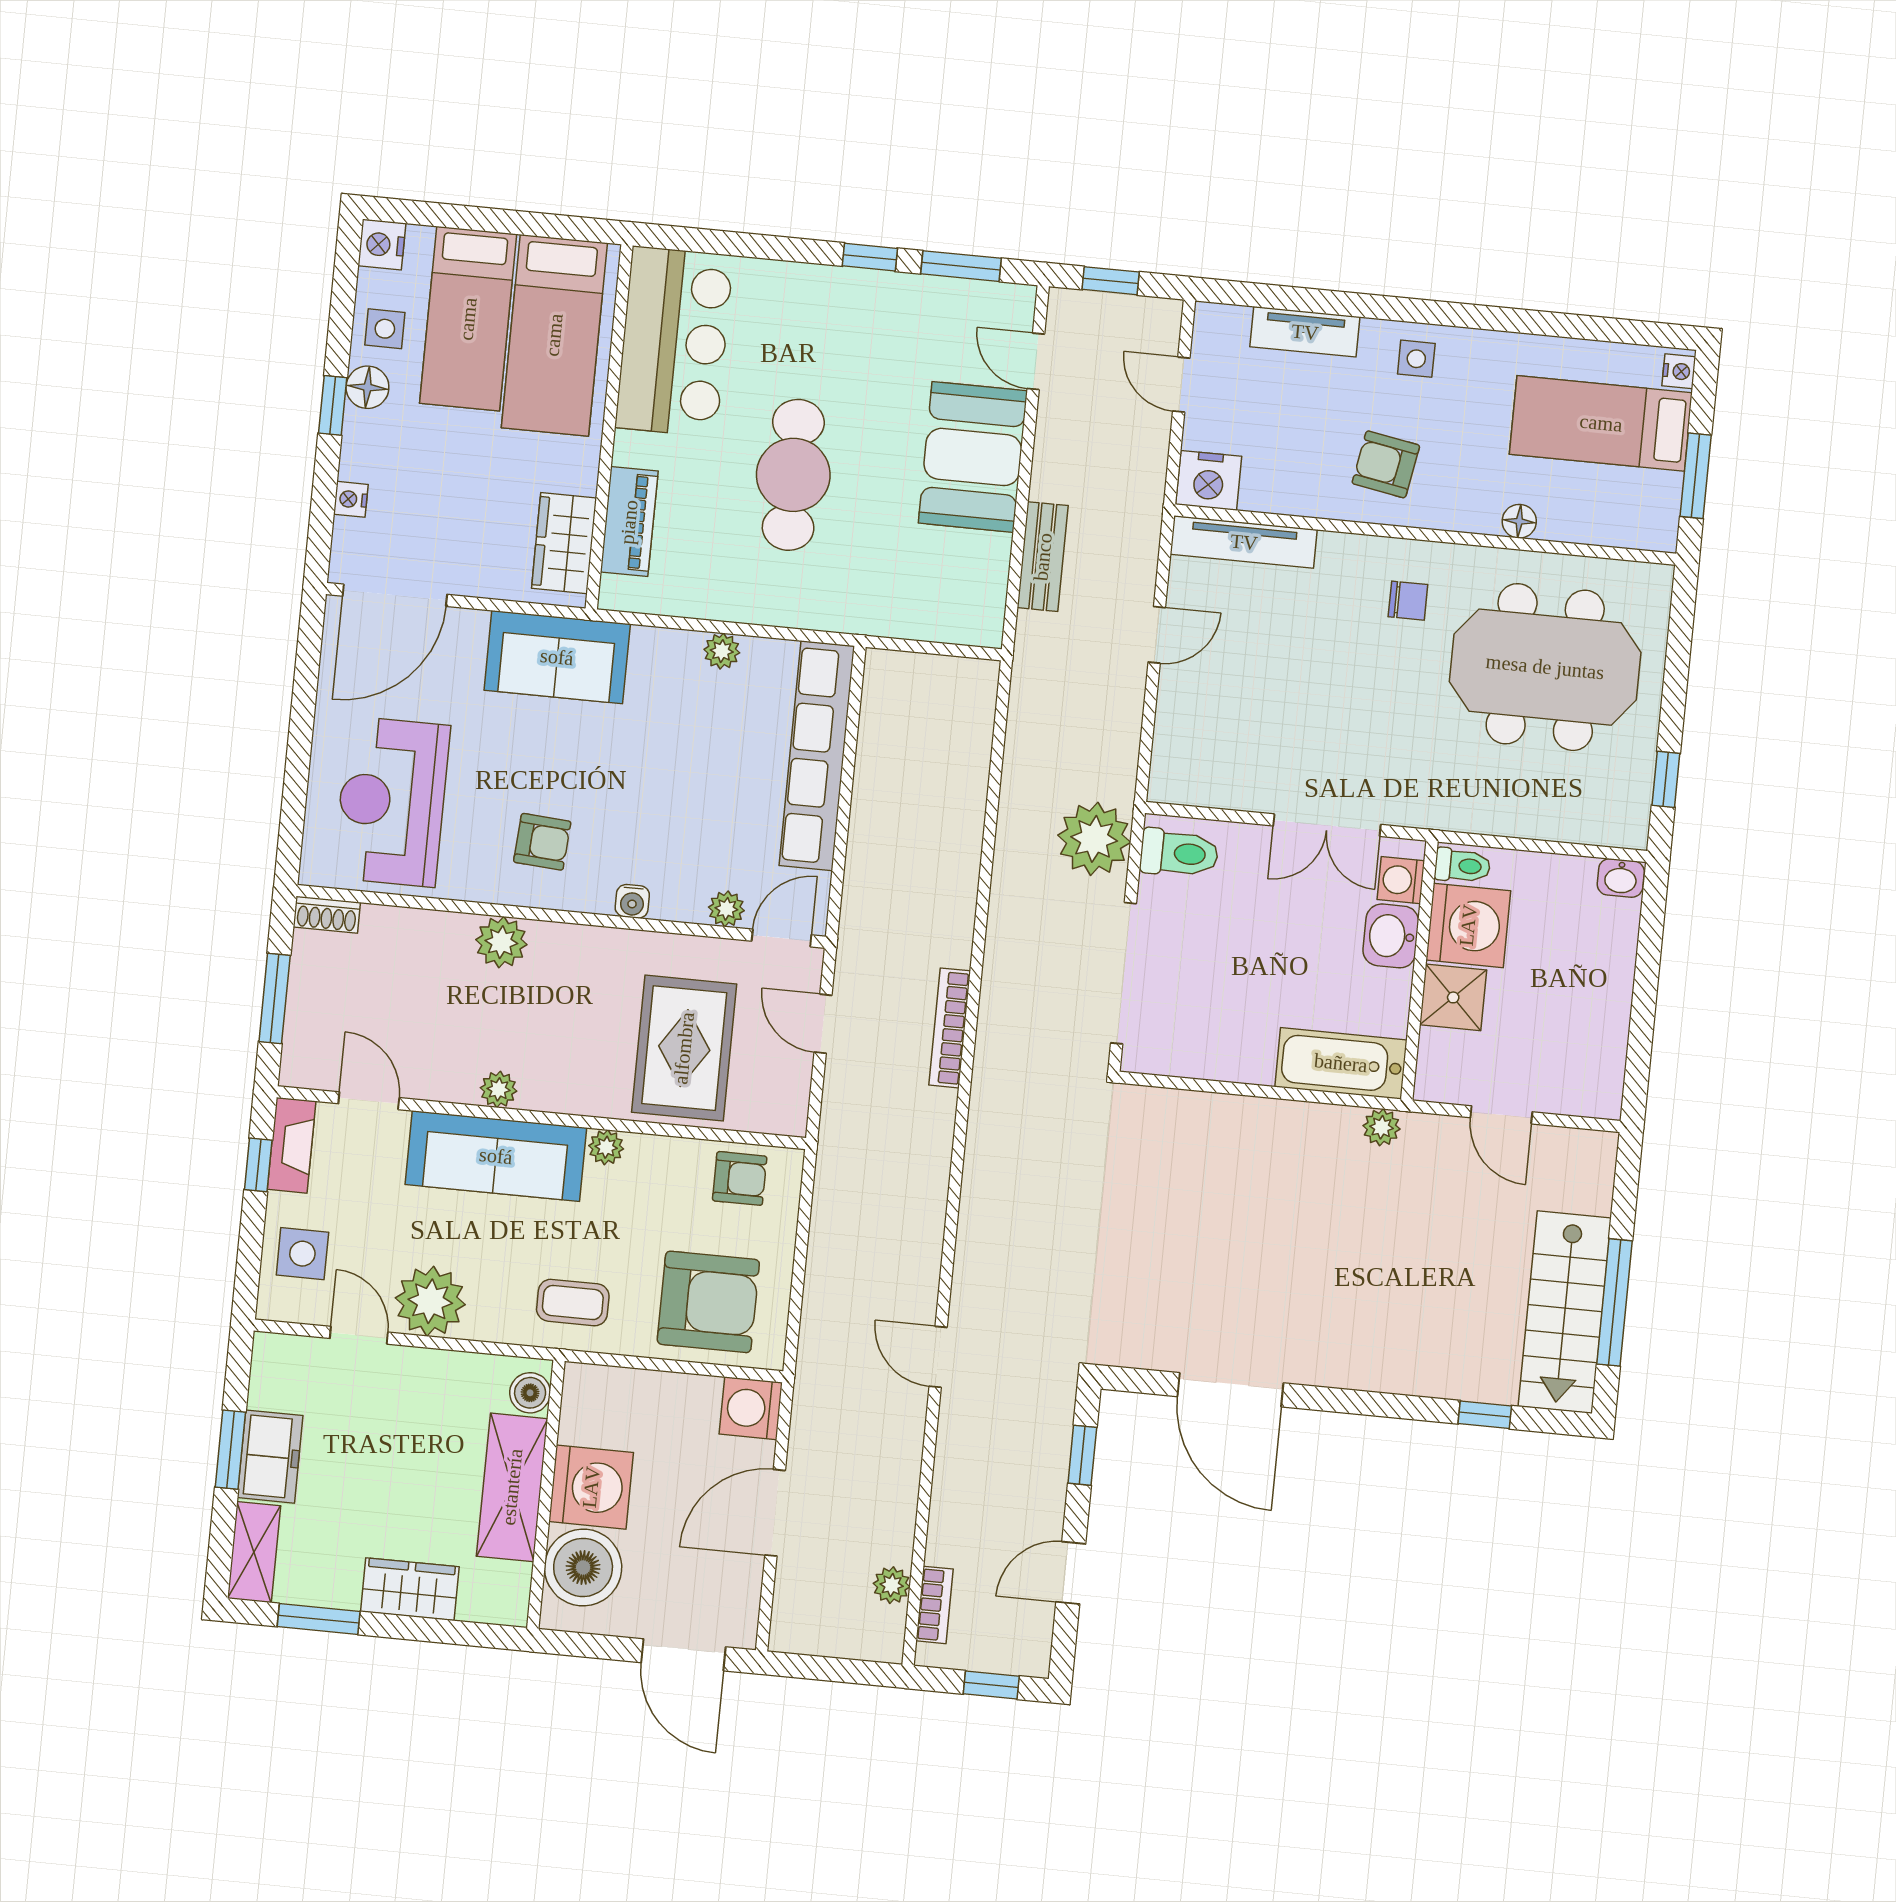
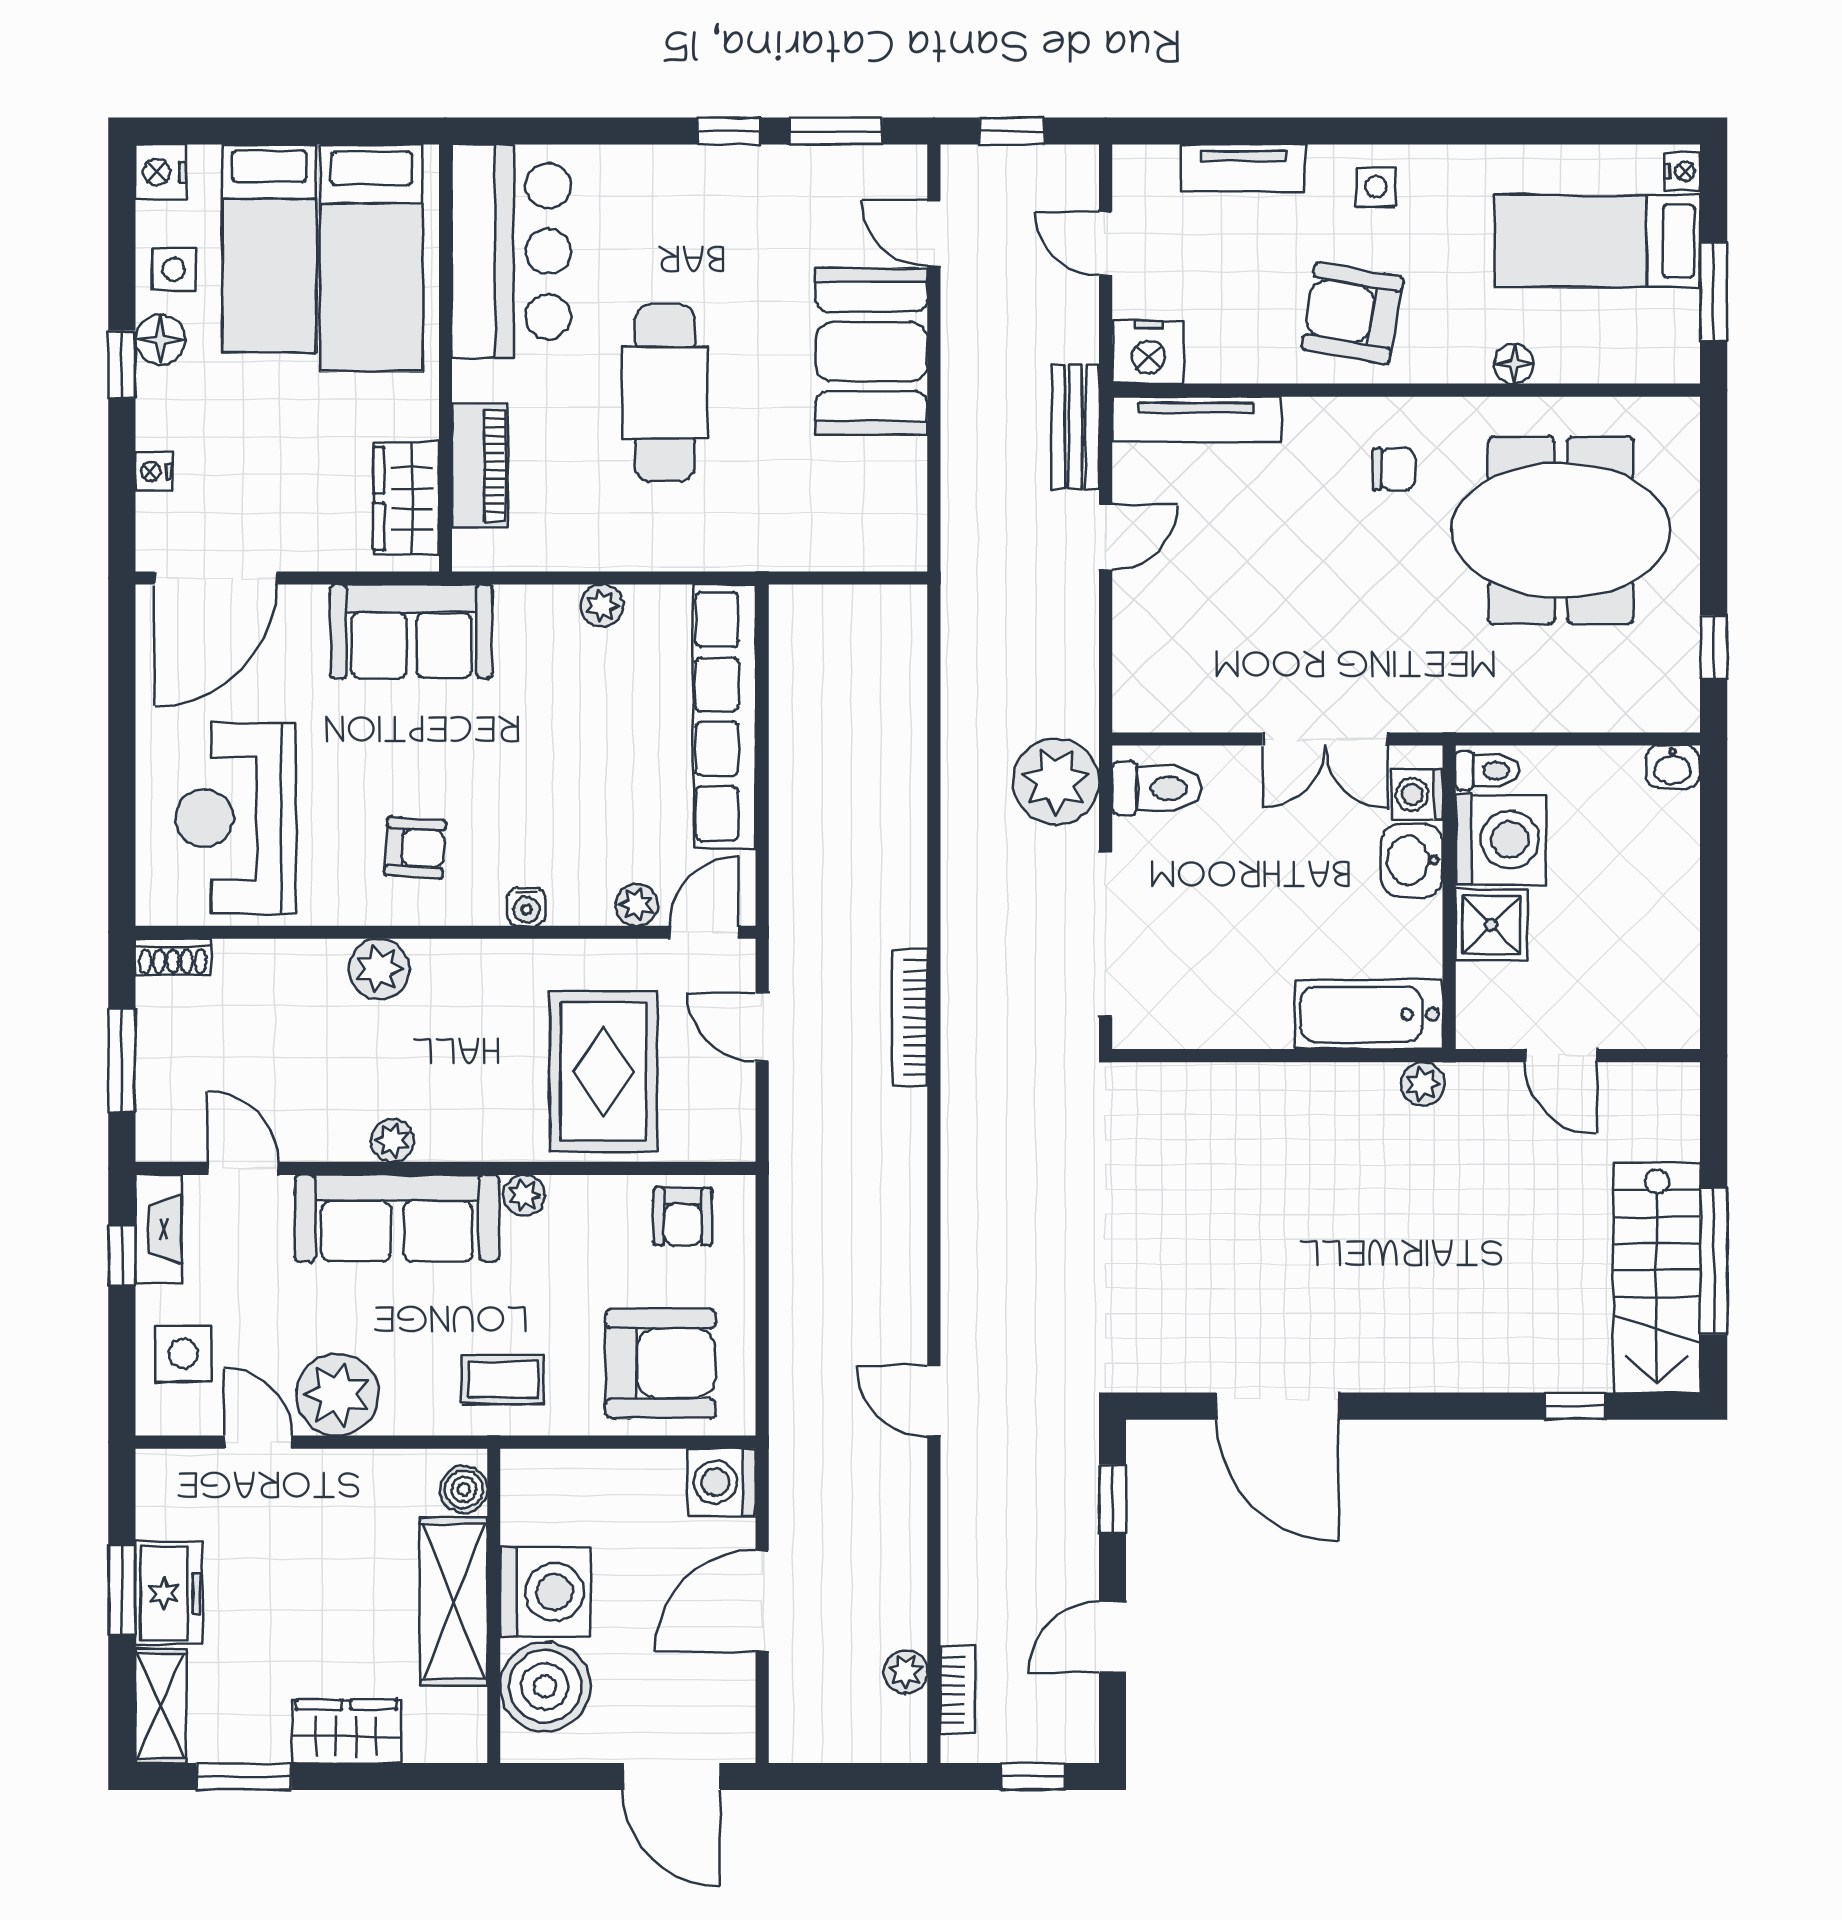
armchair: (1386, 464) -> (1352, 313), width x1.38, depth x1.38
bench: (1043, 557) -> (1075, 427), moved
armchair: (740, 1178) -> (683, 1217), turned 90

